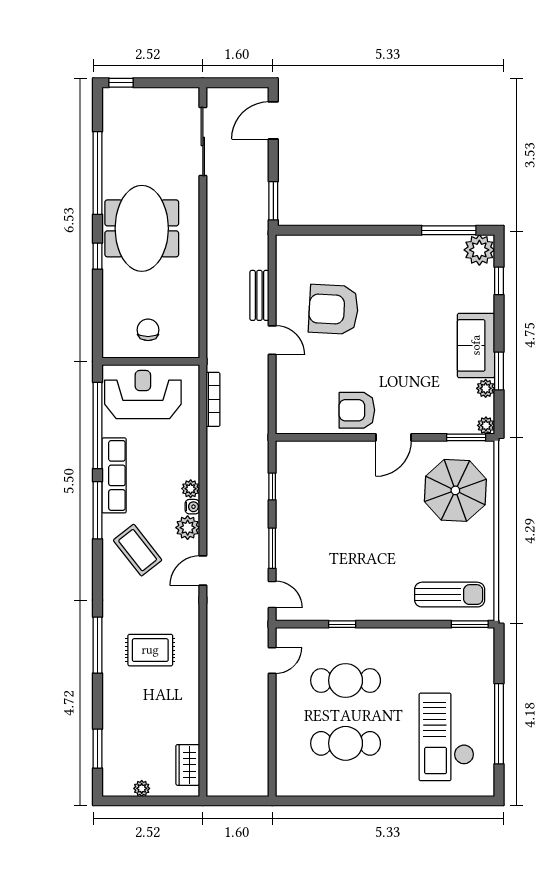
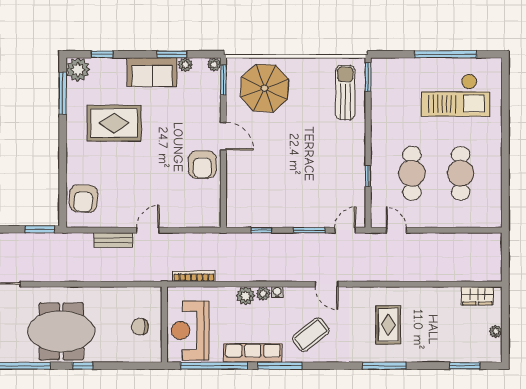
rug: (410, 297) -> (114, 123), added
armchair: (333, 309) -> (83, 198), moved, width x0.73, depth x0.73
plant: (188, 528) -> (246, 296), moved

